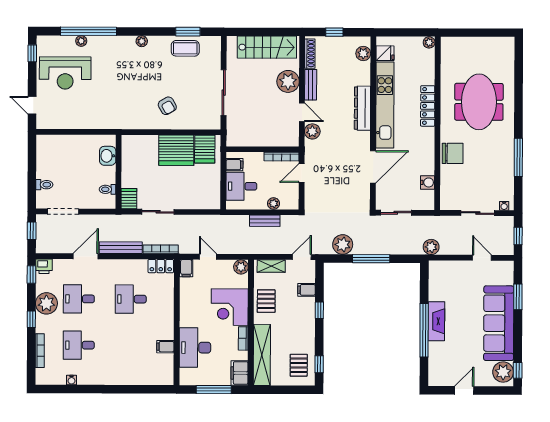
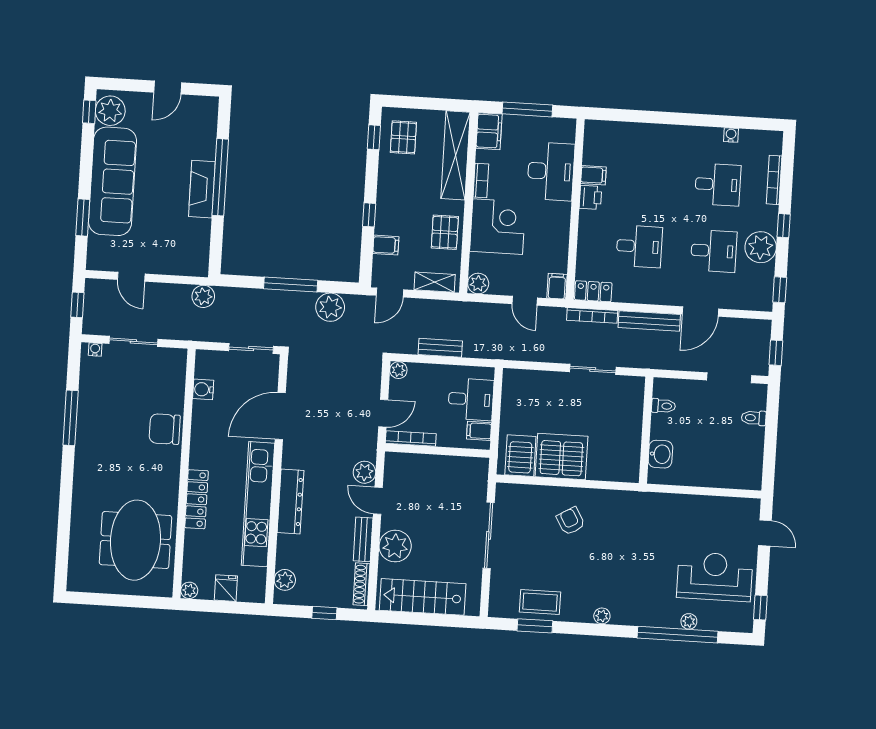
fridge: (385, 53) -> (226, 588), moved, turned 90
meeting table: (479, 102) -> (135, 540), moved
server rack: (129, 199) -> (633, 391), removed
plant: (274, 204) -> (398, 370), moved
printer: (44, 266) -> (590, 197), moved, turned 90

